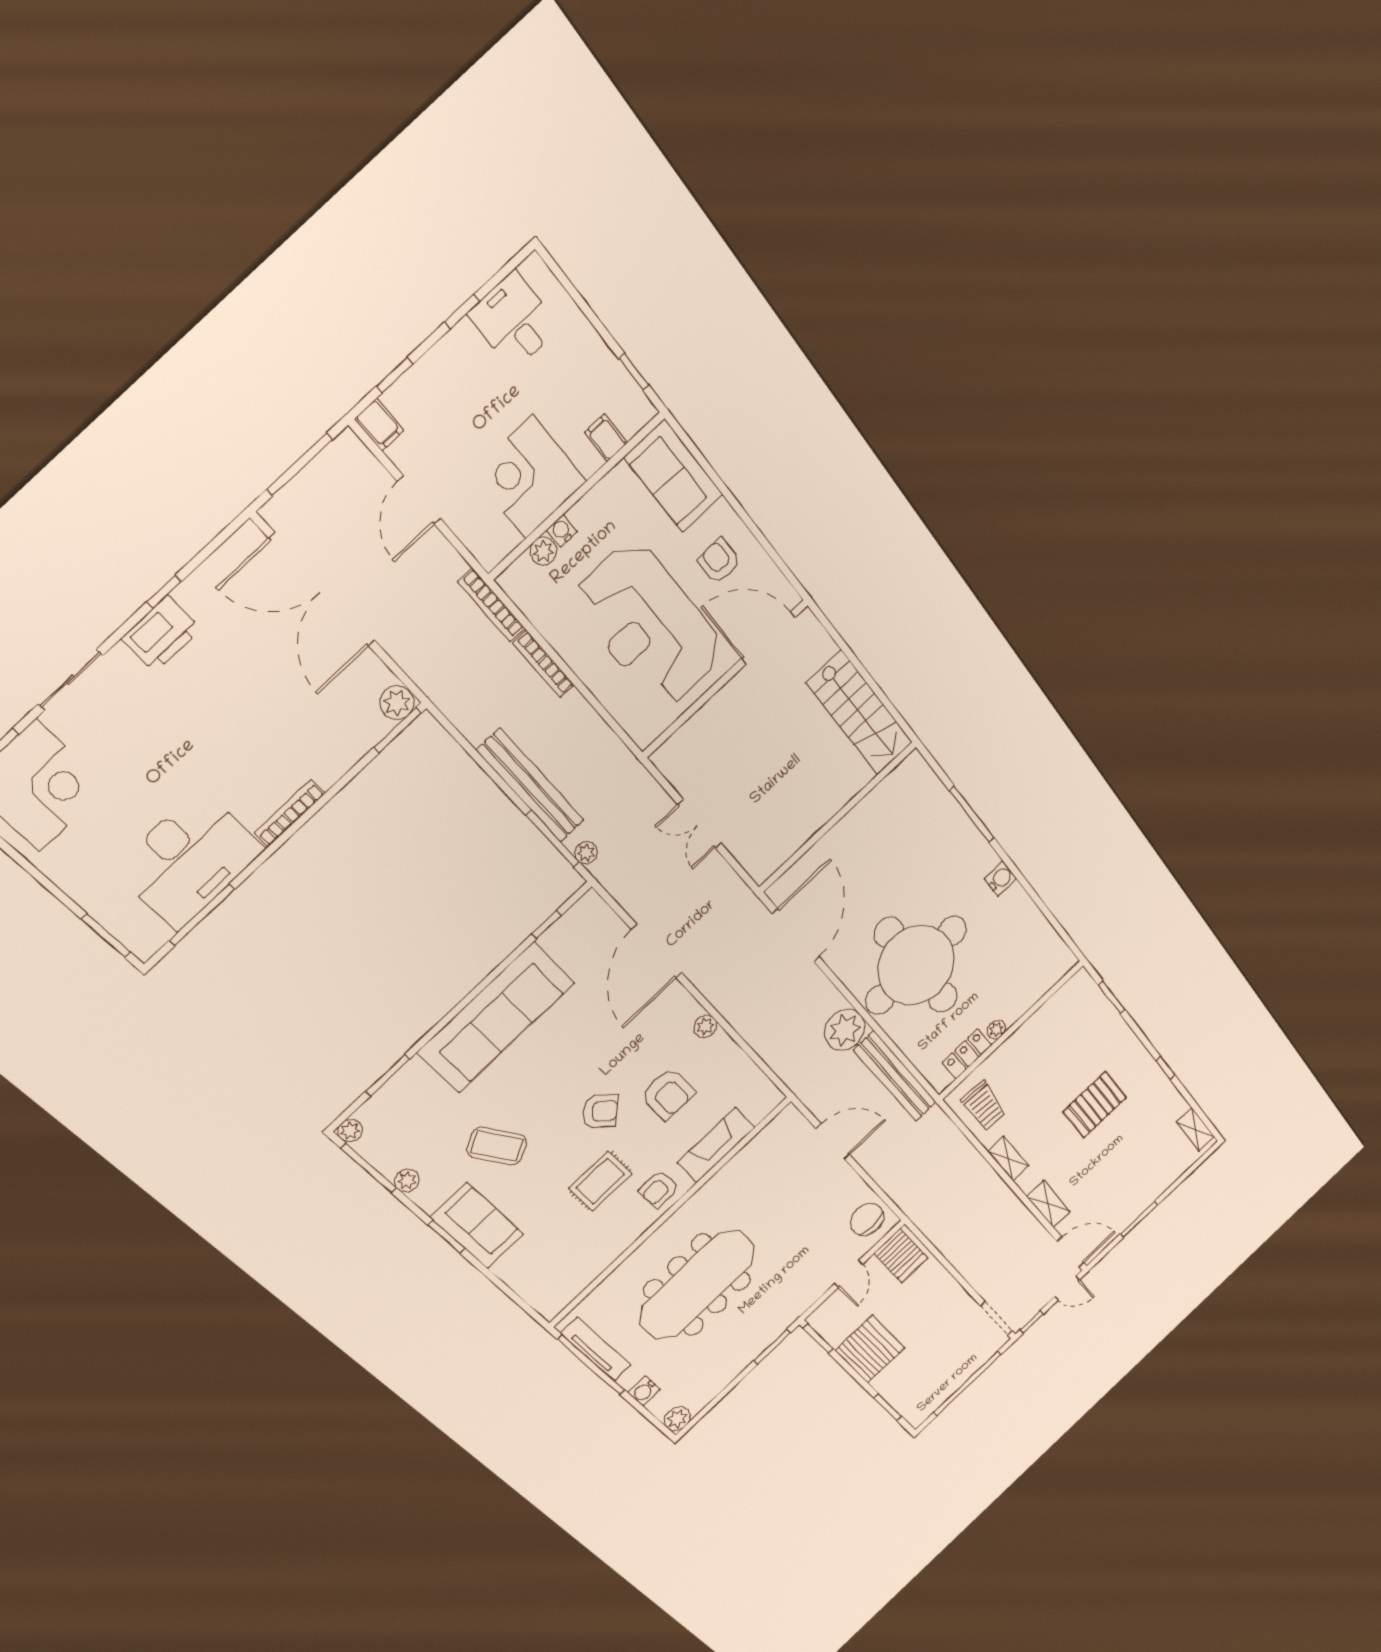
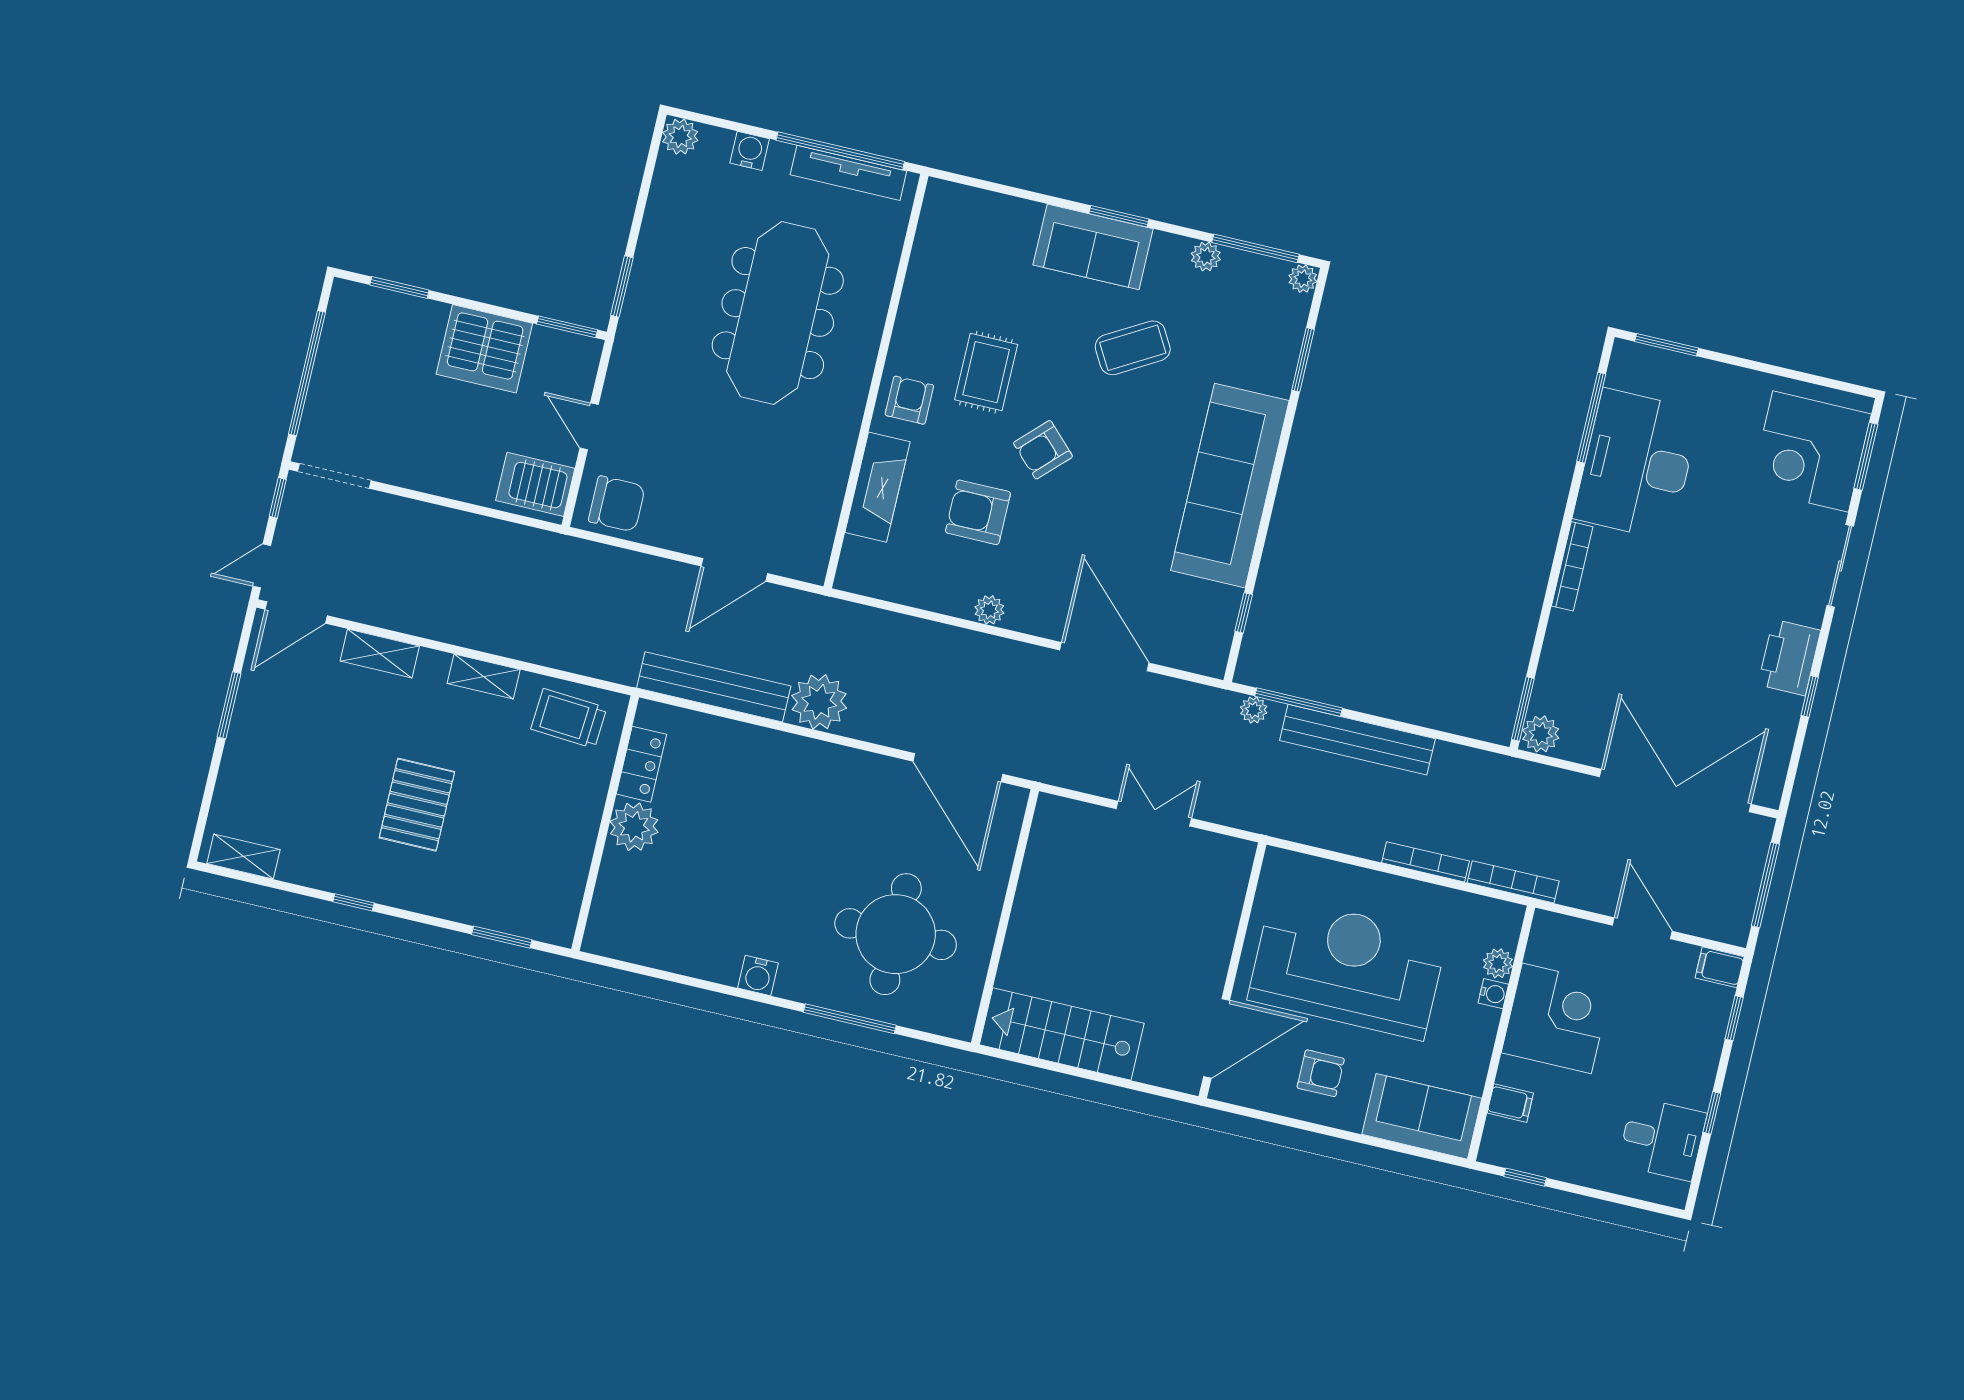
round table: (916, 965) -> (896, 934), moved, width x0.73, depth x0.73
plant: (996, 1030) -> (634, 827), width x1.88, depth x1.88

